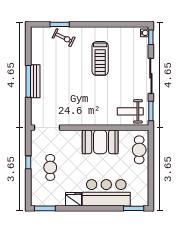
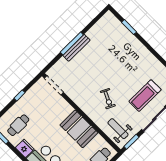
exercise bike: (64, 38) -> (108, 99), moved
treadmill: (100, 59) -> (145, 96), moved
cafe table: (50, 167) -> (18, 125), moved

